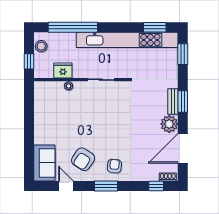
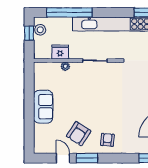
window: (29, 61) -> (29, 33), moved
sofa: (44, 163) -> (43, 107), moved
window: (106, 186) -> (87, 158), moved

